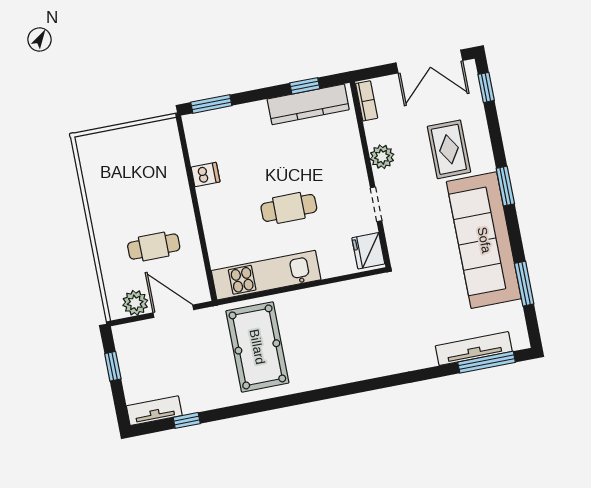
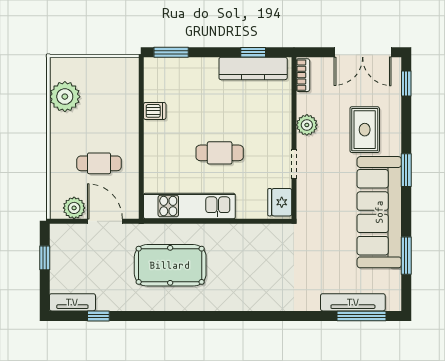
plant: (100, 178) -> (65, 97), added
pool table: (257, 347) -> (170, 265), turned 90

